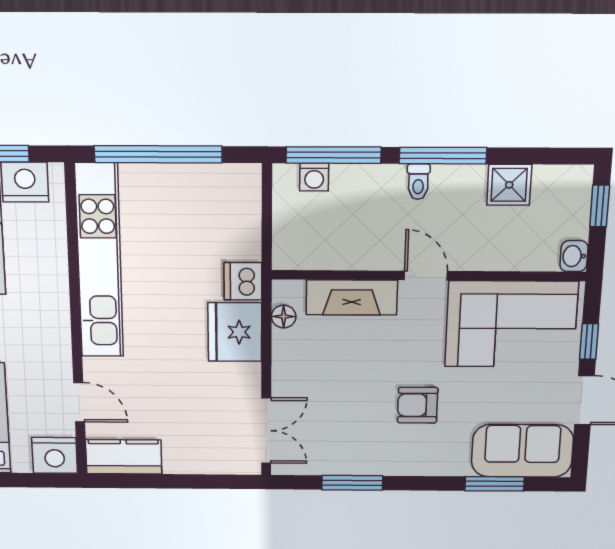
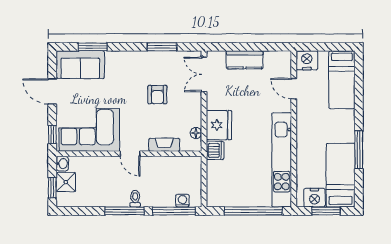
shower: (509, 185) -> (66, 182), moved
fireplace: (352, 298) -> (164, 145), width x0.73, depth x0.76
window: (589, 341) -> (52, 134), moved
armchair: (418, 405) -> (157, 95), moved, turned 90
kitchen counter: (124, 457) -> (245, 60), moved

